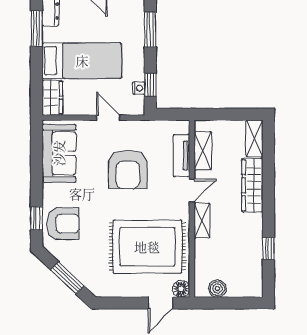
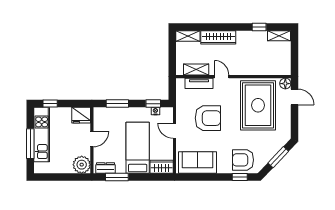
door: (108, 118) -> (174, 131), hinge flipped
shelving: (202, 221) -> (279, 36), moved
armchair: (63, 224) -> (243, 160), turned -90
boiler: (217, 289) -> (285, 60), removed

